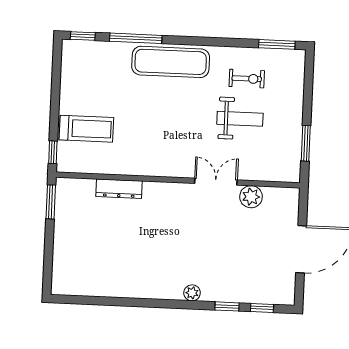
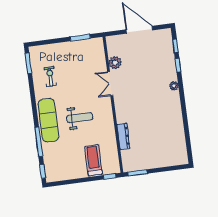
weight bench: (240, 119) -> (80, 118), moved, turned 90

